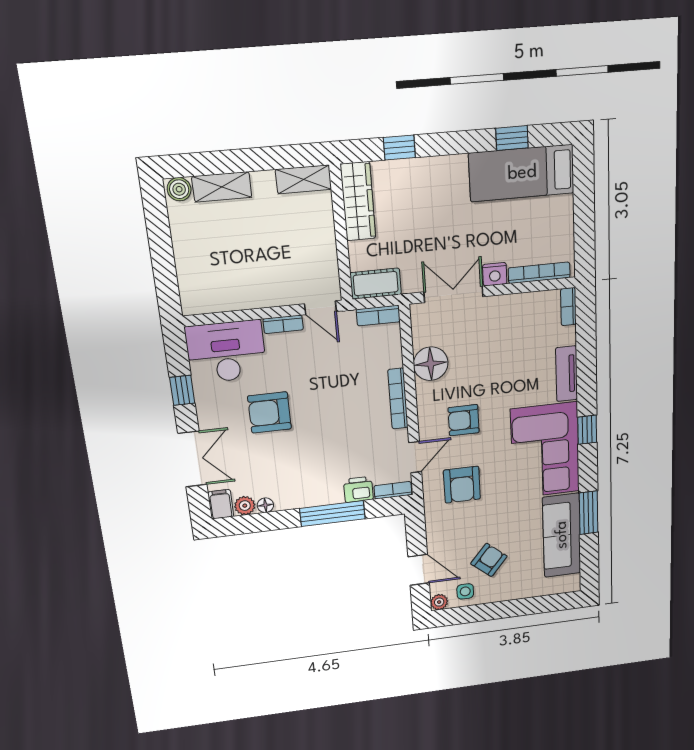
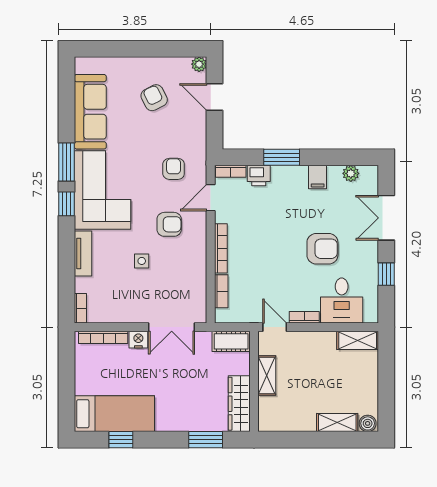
window: (399, 147) -> (206, 440), width x1.50
shelving: (304, 179) -> (267, 375), moved, turned 90
shelving: (208, 301) -> (358, 340), added
bookcase: (378, 316) -> (221, 291), moved, turned 90
desk: (226, 352) -> (342, 301), width x0.73
floor lamp: (431, 364) -> (193, 274), removed
armchair: (462, 485) -> (174, 169), width x0.72, depth x0.72
filing cabinet: (221, 504) -> (318, 177), moved
floor lamp: (265, 505) -> (335, 172), removed
window: (589, 513) -> (66, 162), moved
window: (332, 514) -> (282, 157), width x0.69
armchair: (489, 560) -> (154, 98), turned 113
side table: (465, 591) -> (142, 261), moved

